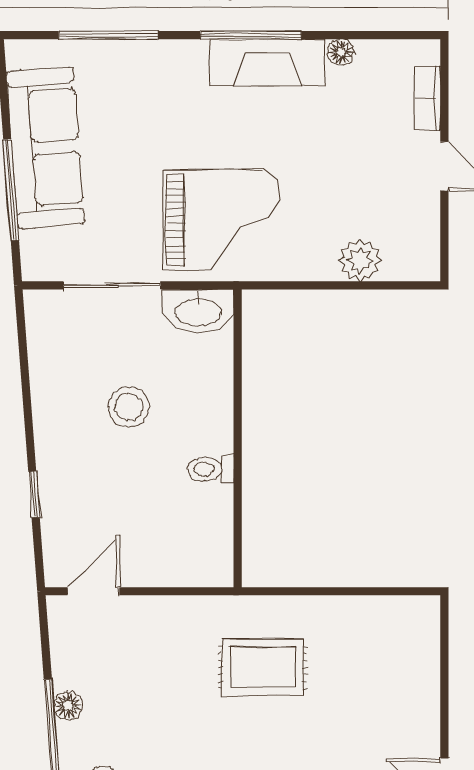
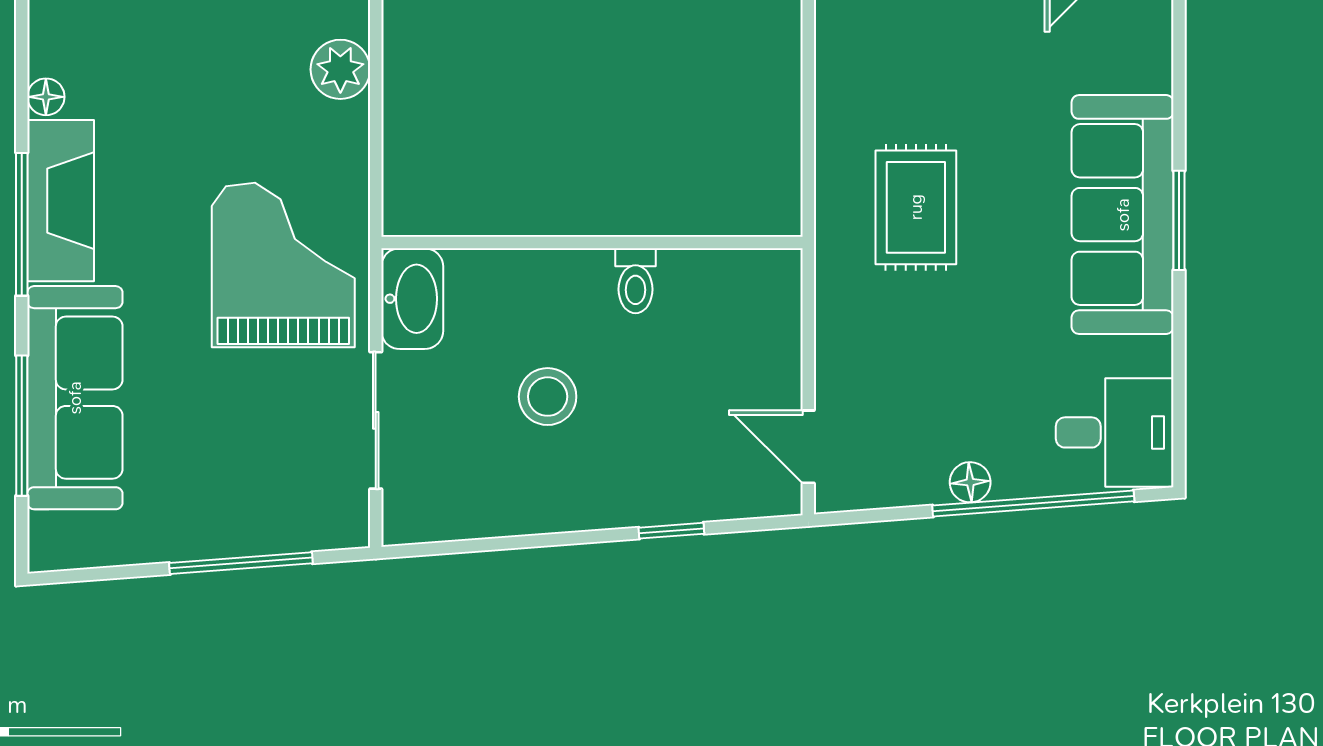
sofa: (45, 148) -> (75, 398), moved, turned 94

